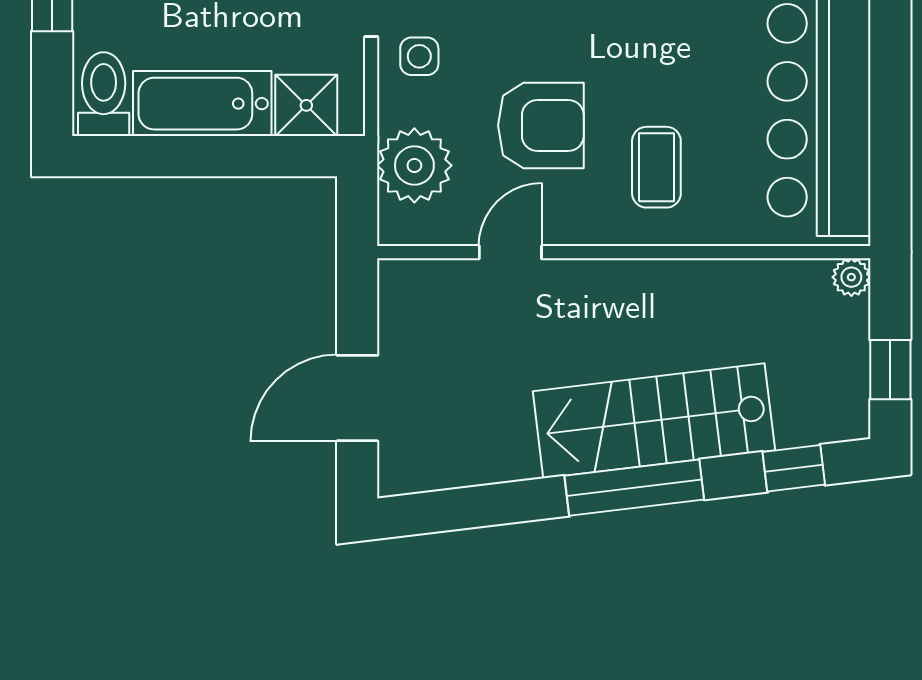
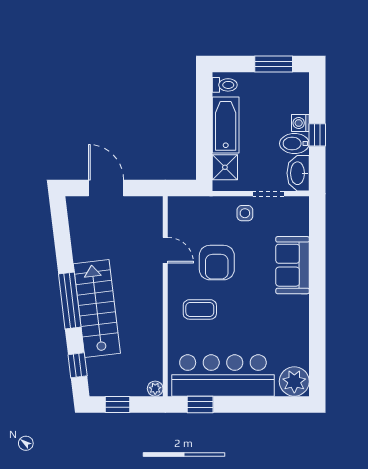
toilet: (104, 94) -> (225, 85), width x0.73, depth x0.72
plant: (414, 165) -> (201, 211), removed
window: (890, 167) -> (200, 404), added

